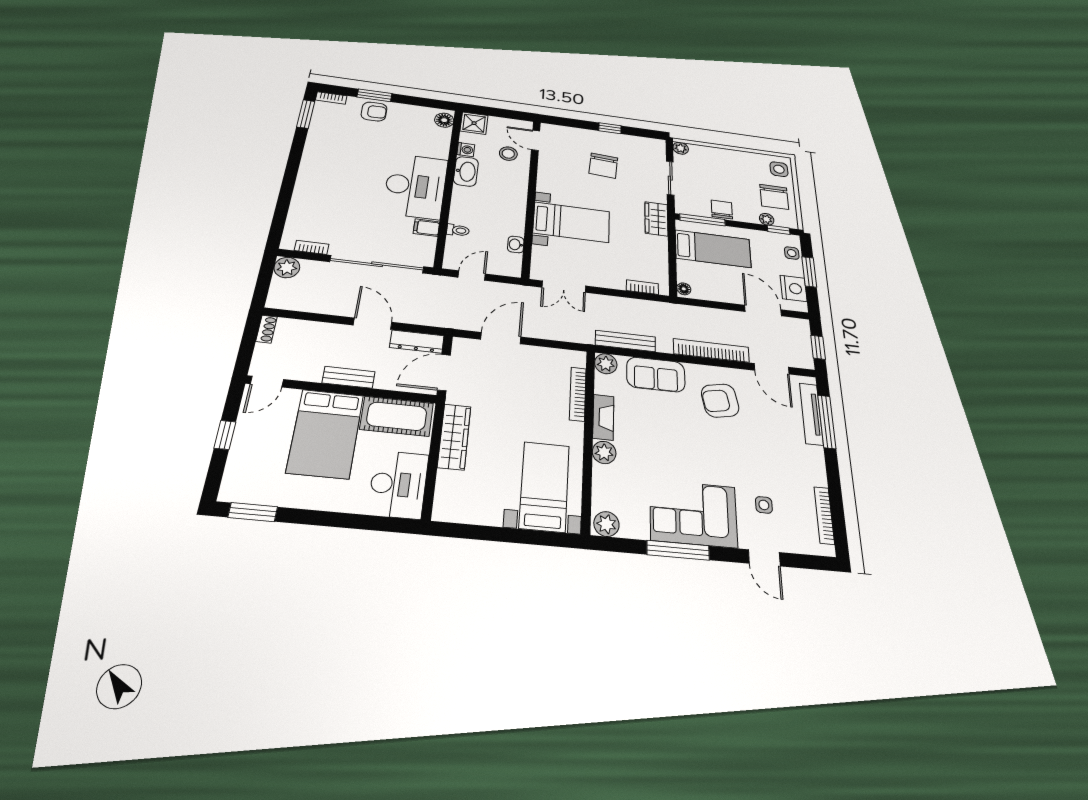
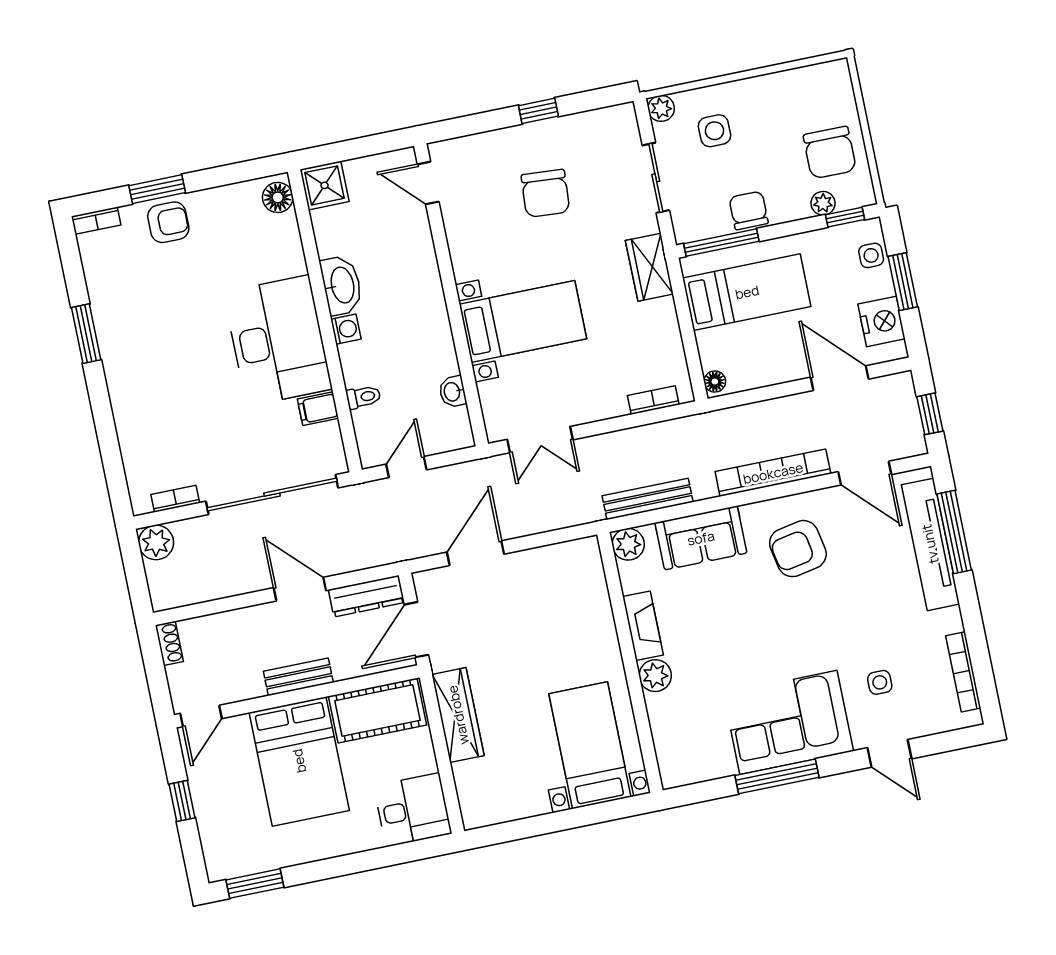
window: (306, 114) -> (86, 334), moved
washing machine: (466, 150) -> (346, 329), moved
stool: (508, 154) -> (394, 226), removed
side table: (779, 169) -> (714, 131), moved
bookcase: (578, 394) -> (601, 603), removed
tv unit: (811, 414) -> (930, 544), width x1.36, depth x1.29
desk: (398, 484) -> (413, 810), width x0.73
plant: (606, 524) -> (680, 770), removed

